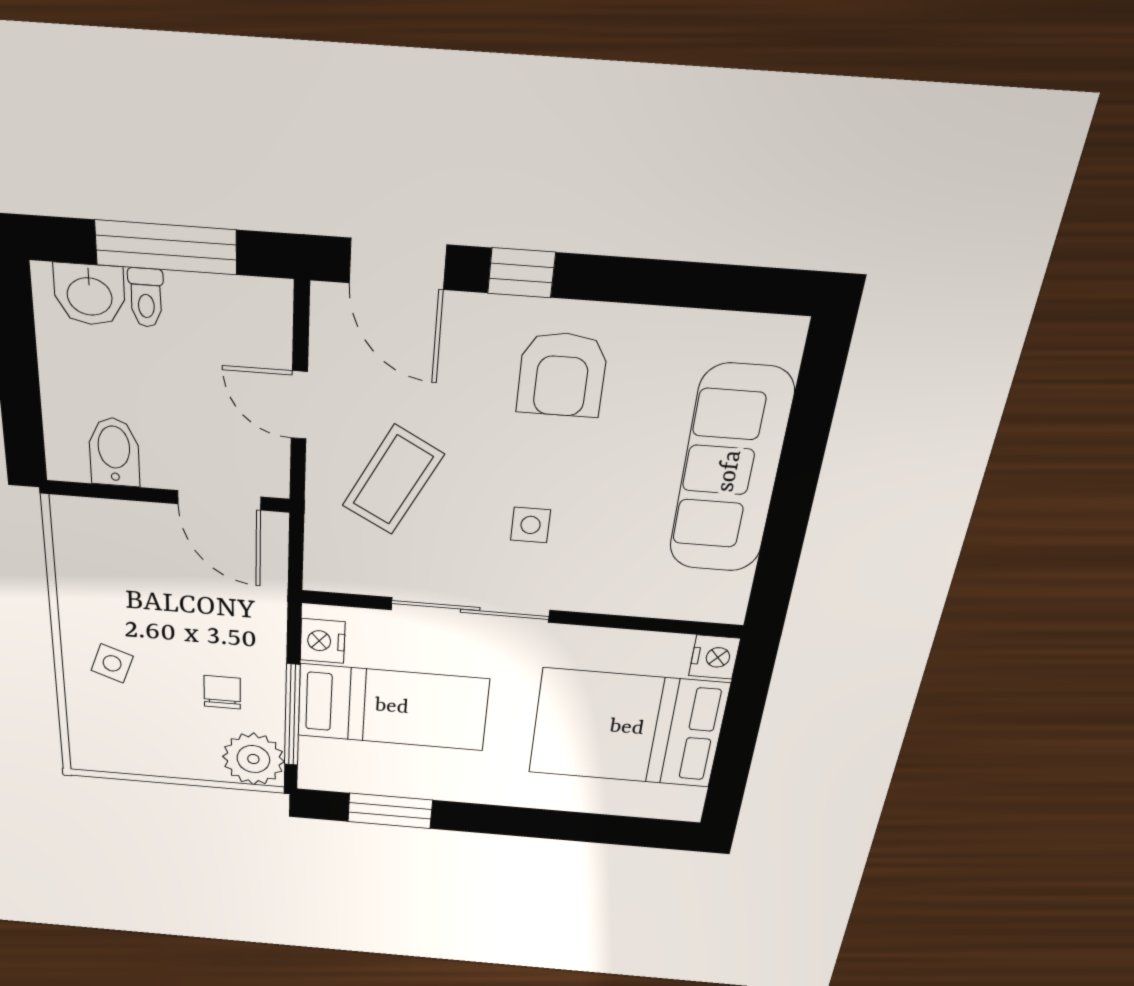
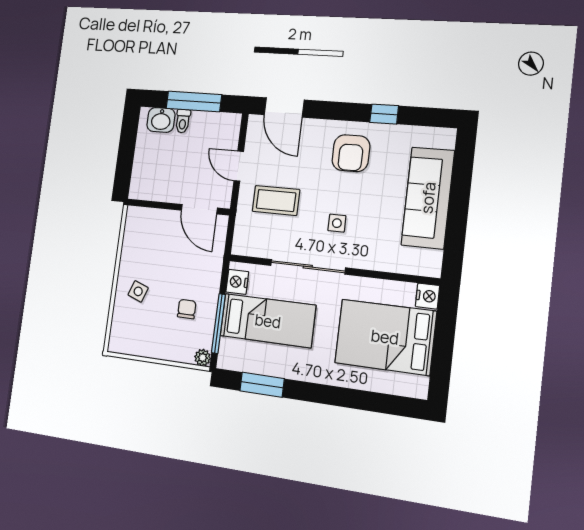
window: (521, 273) -> (384, 114), moved
bidet: (114, 452) -> (158, 186), removed
coffee table: (393, 480) -> (276, 200), turned 62
plant: (253, 759) -> (203, 358), width x0.53, depth x0.53

